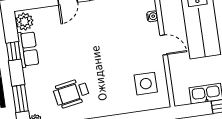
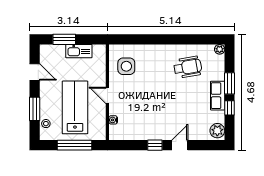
row of seats: (28, 49) -> (218, 96), moved
window: (20, 99) -> (230, 83), moved

